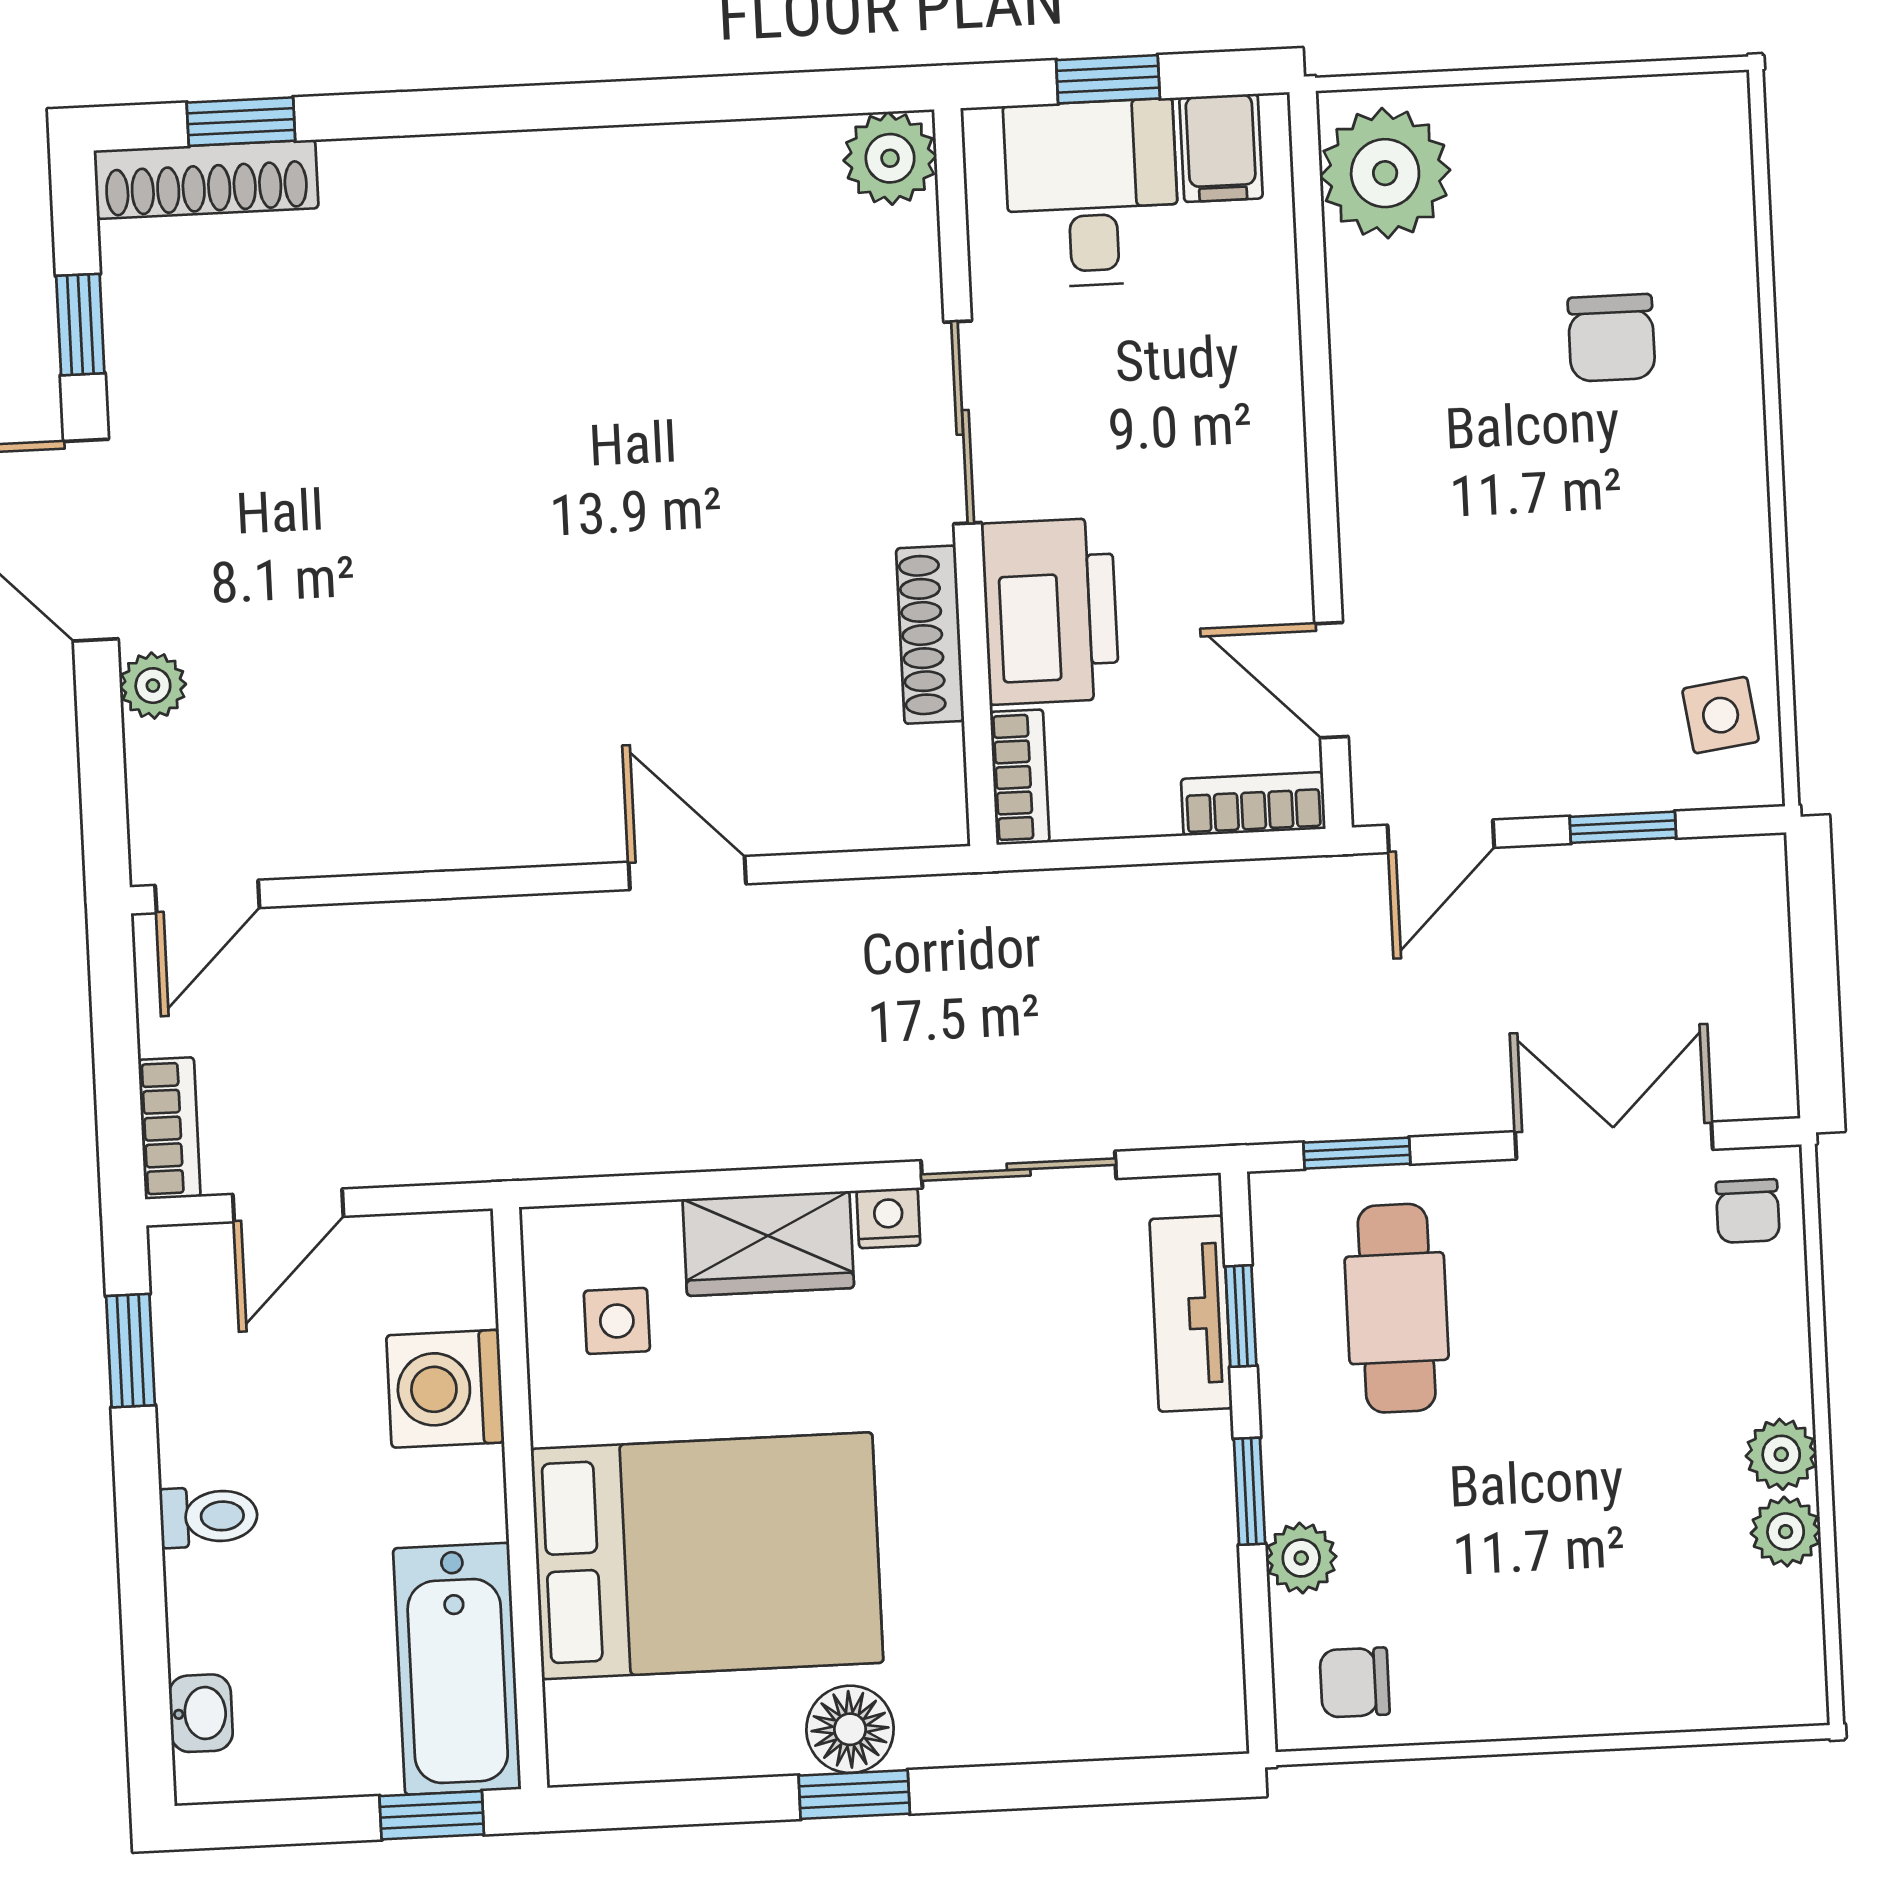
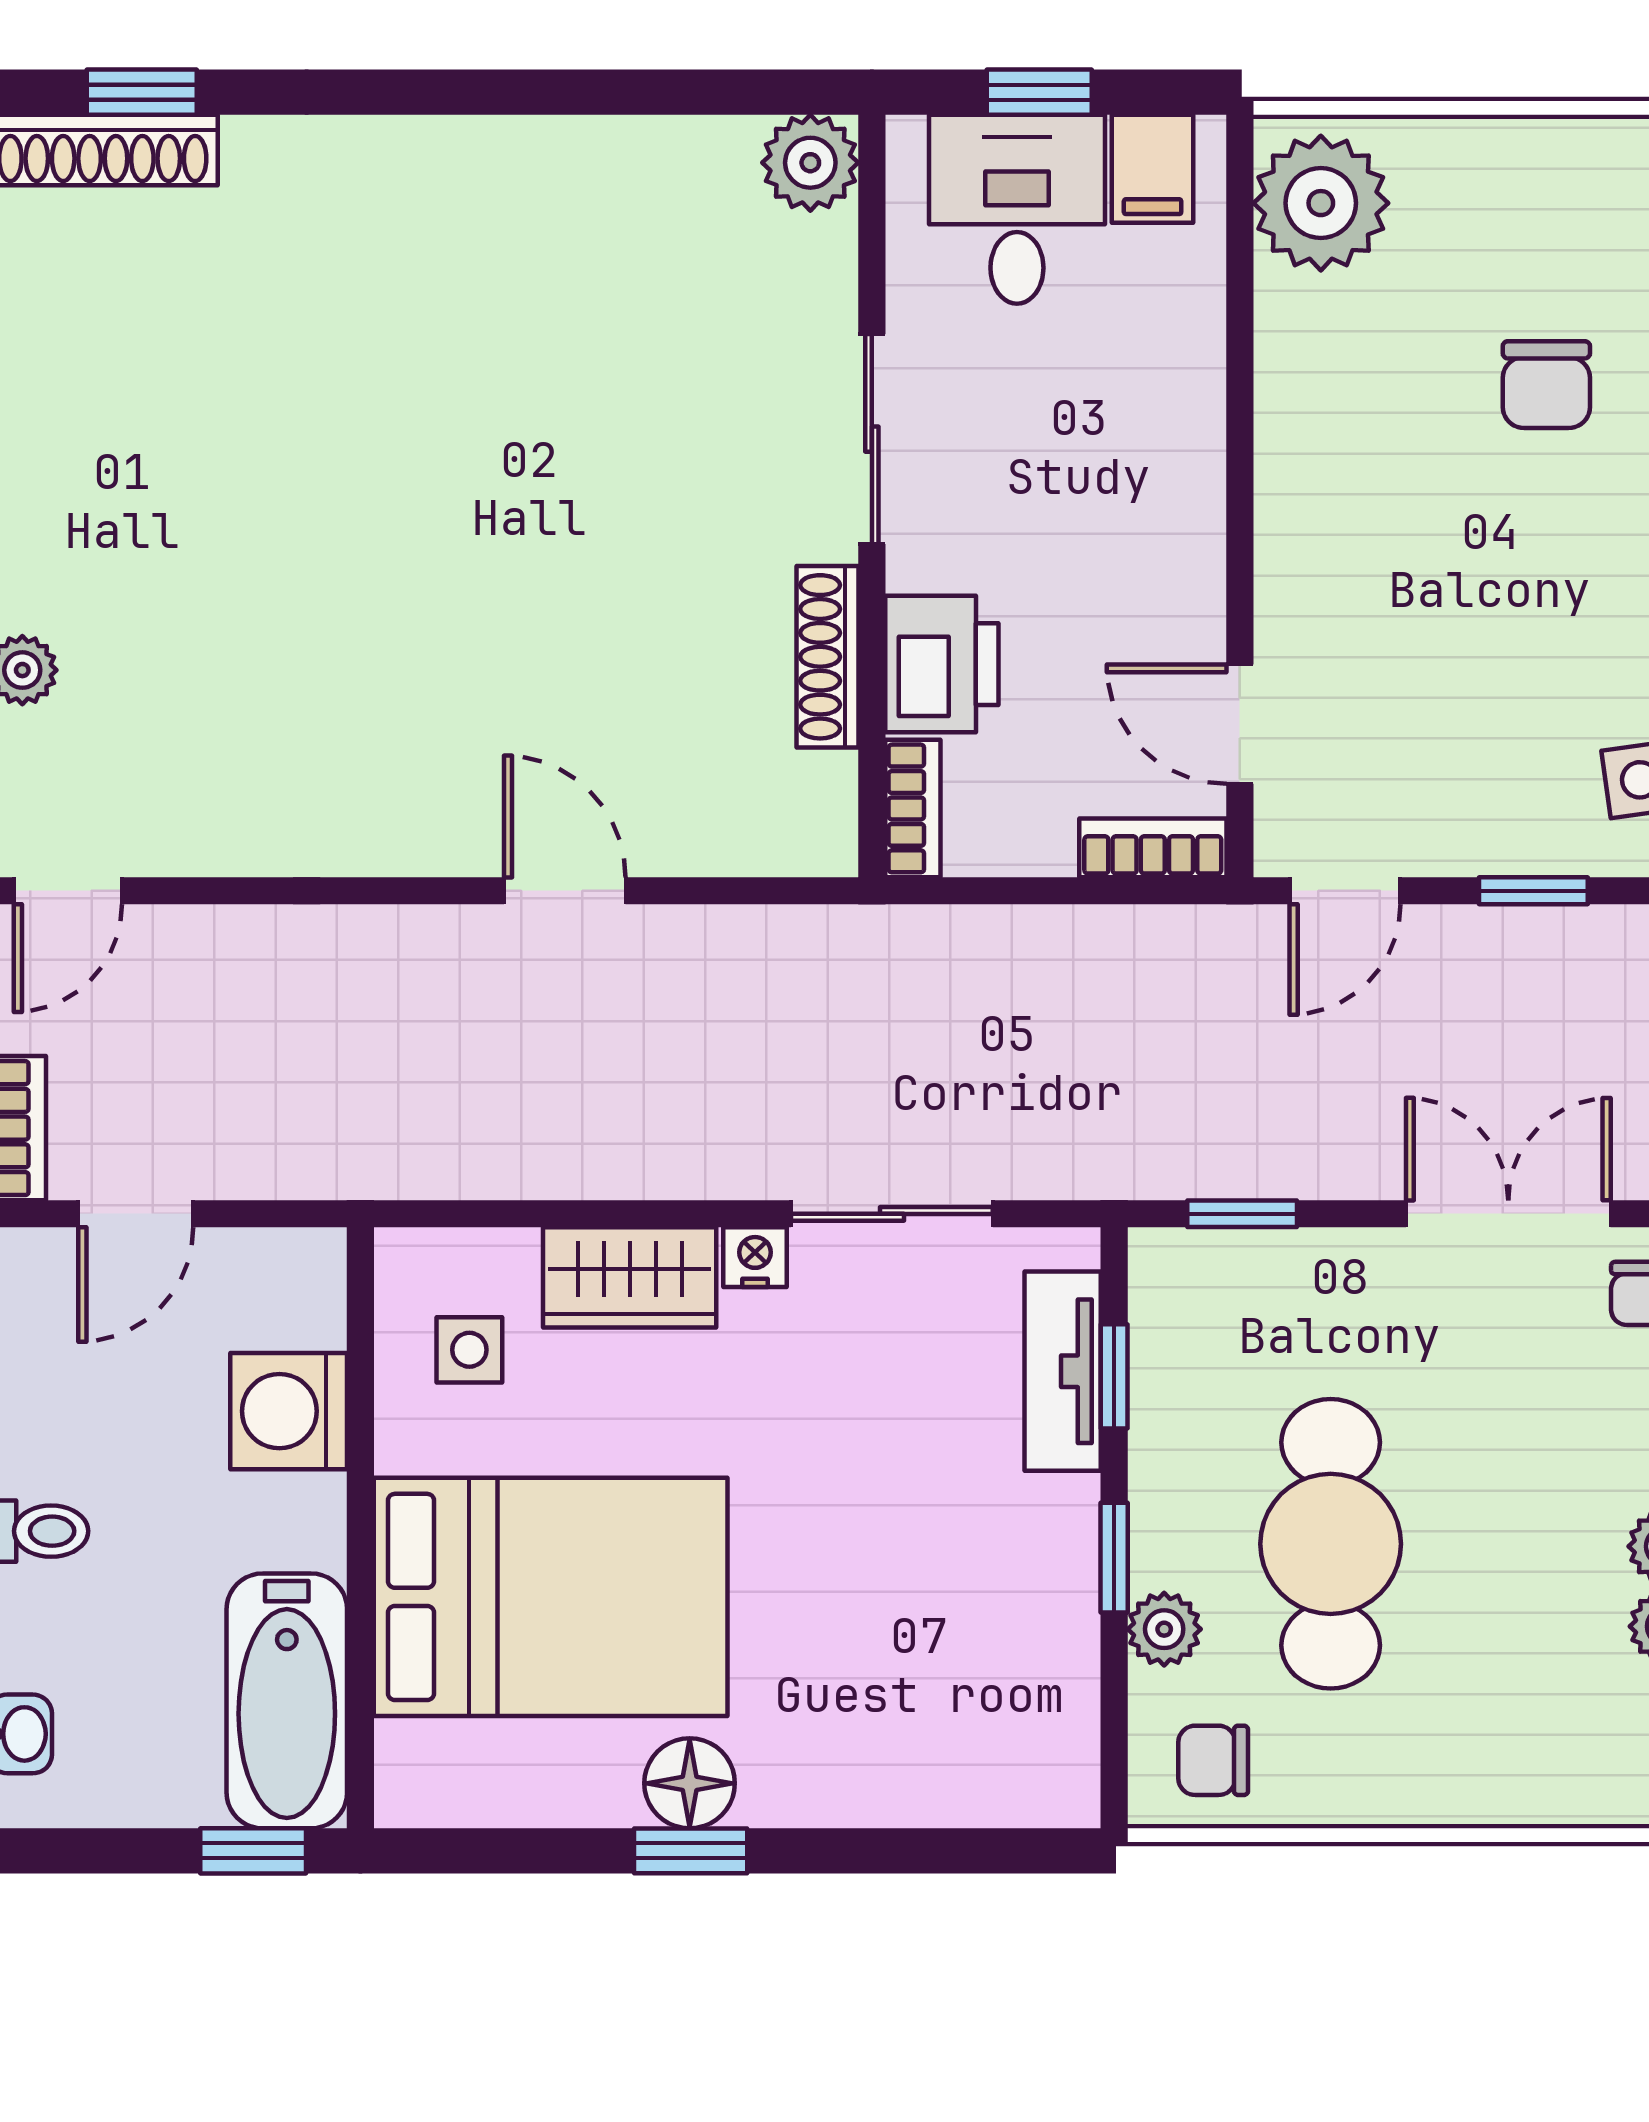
printer: (1050, 611) -> (942, 664), width x0.73, depth x0.84
cafe table: (1397, 1308) -> (1331, 1544), moved, width x1.37, depth x1.35

